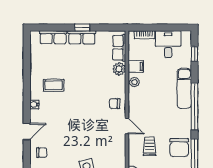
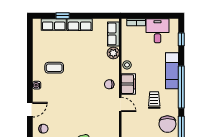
window: (82, 28) -> (63, 16), moved
filing cabinet: (136, 66) -> (128, 84), moved, width x2.00
trolley: (149, 146) -> (154, 100), moved

